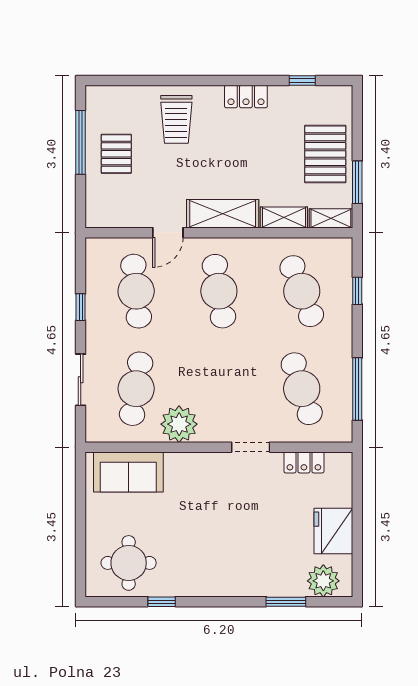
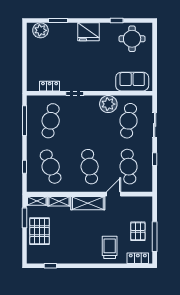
locker: (246, 96) -> (138, 258), moved
cafe table: (302, 389) -> (51, 121), turned 30
fridge: (333, 531) -> (89, 32), moved, turned 90

